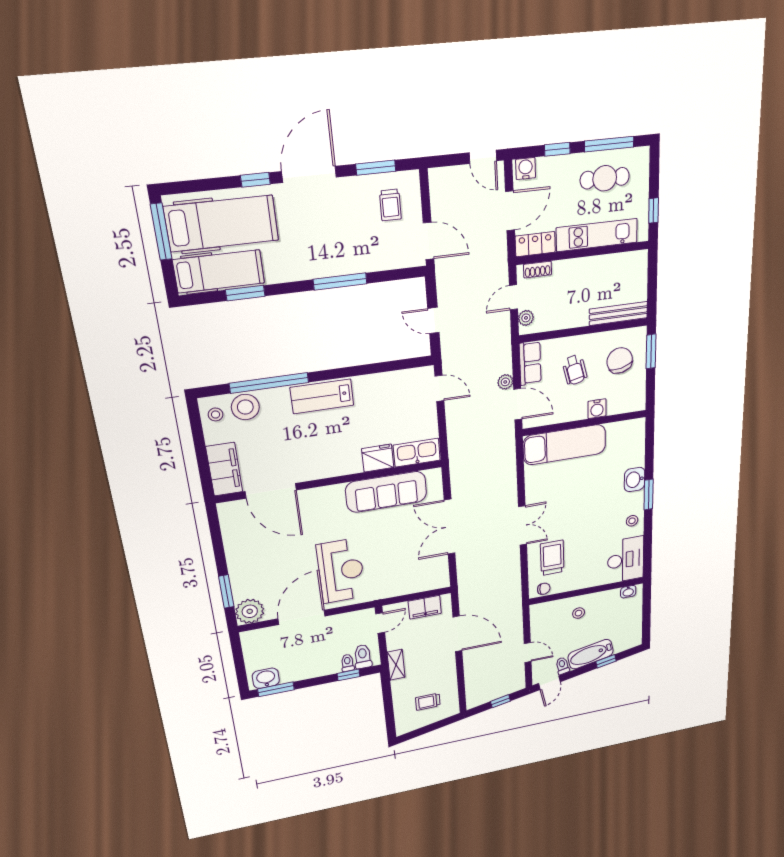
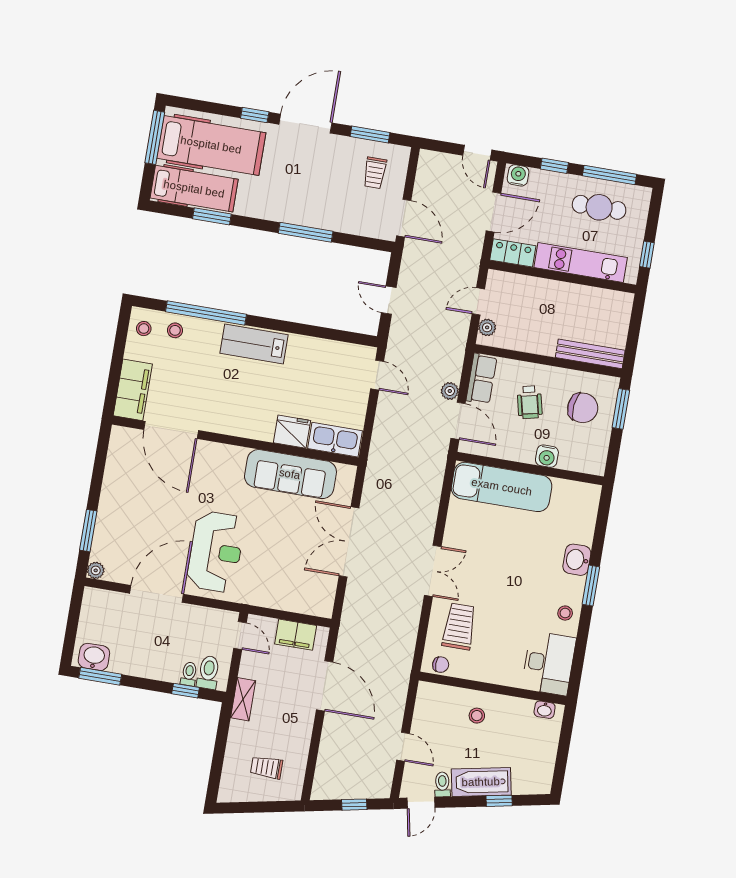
shoe rack: (538, 270) -> (510, 280), removed
chair: (620, 361) -> (583, 408), turned 109
stool: (245, 407) -> (175, 330), width x0.53, depth x0.53
plant: (250, 611) -> (96, 570), width x0.53, depth x0.53
door: (380, 623) -> (240, 636), hinge flipped

